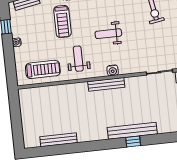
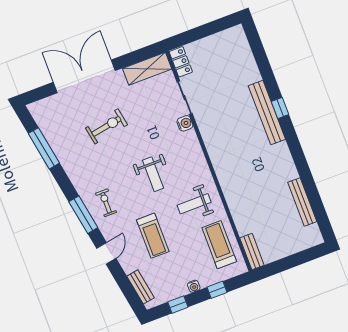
treadmill: (62, 22) -> (153, 236), turned 90
window: (10, 59) -> (217, 290), added
water cooler: (113, 70) -> (185, 123), moved
bench: (106, 84) -> (252, 252), moved, width x0.73

